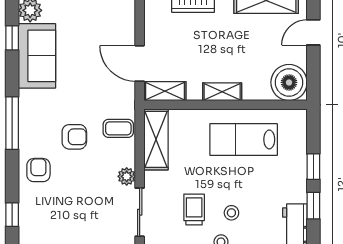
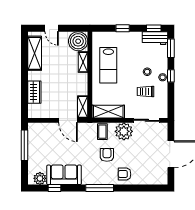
door: (140, 63) -> (68, 120), hinge flipped
shelving: (222, 92) -> (83, 62), moved
plant: (127, 176) -> (124, 131), width x1.87, depth x1.87
window: (313, 206) -> (154, 28), moved
window: (12, 215) -> (148, 188), removed

